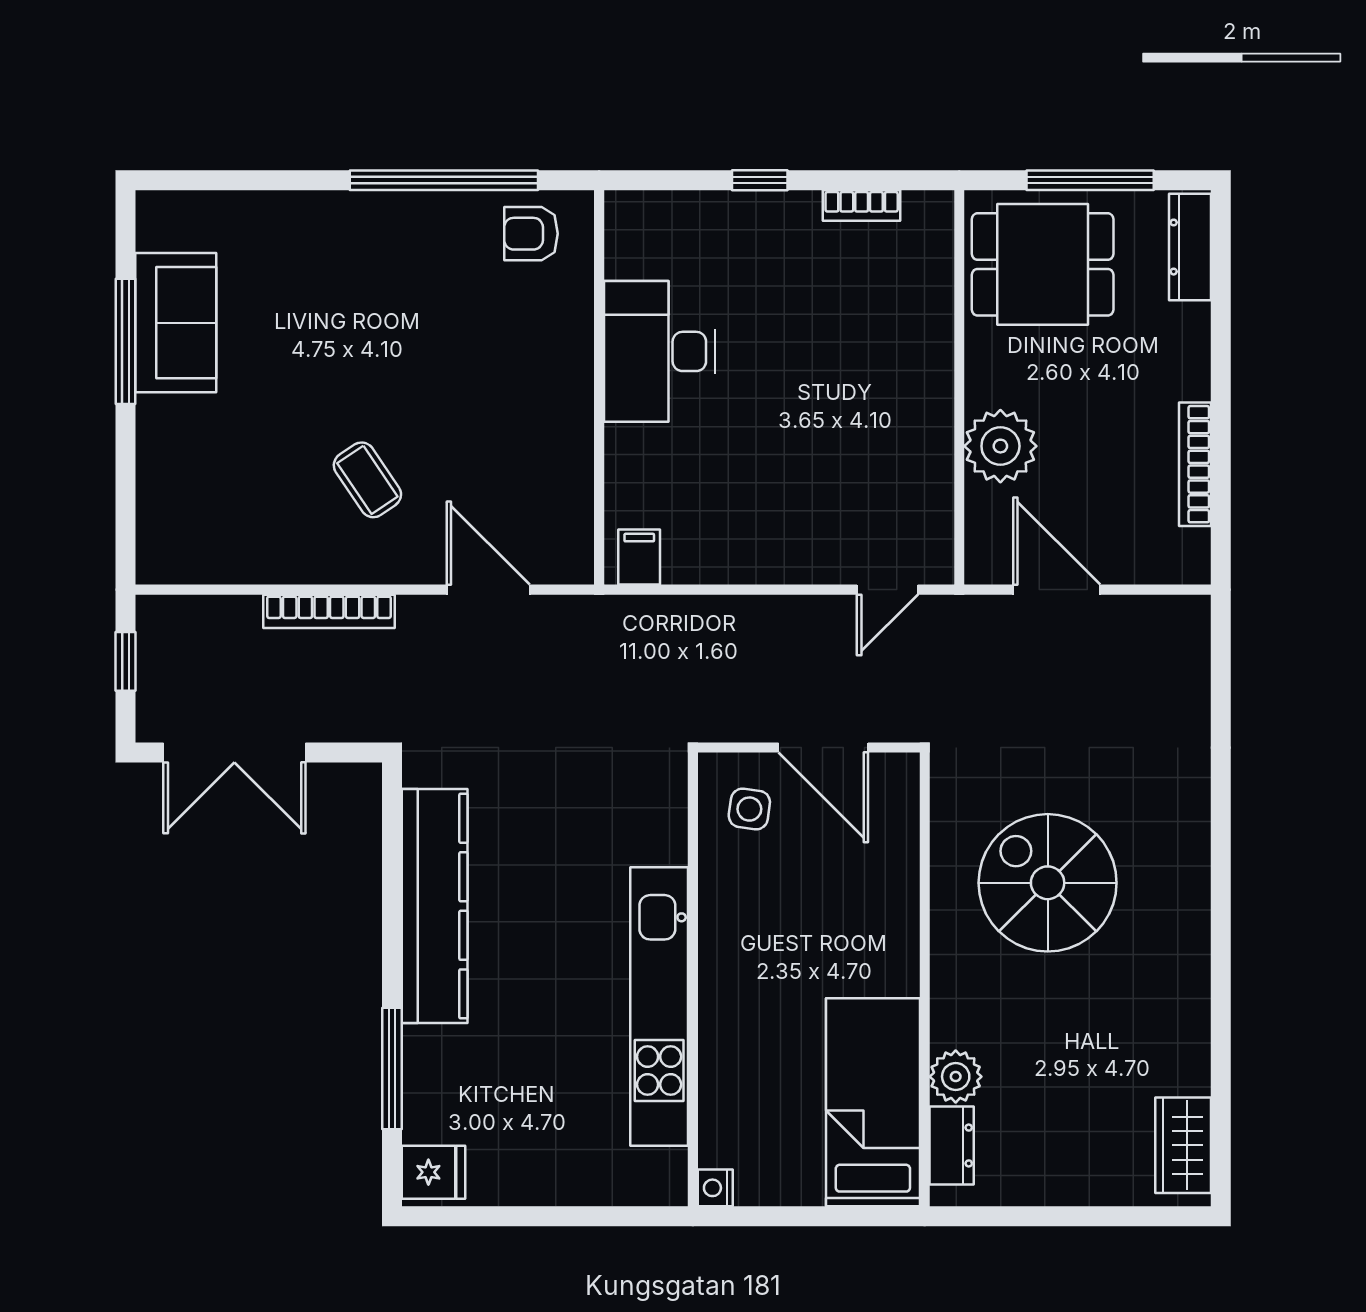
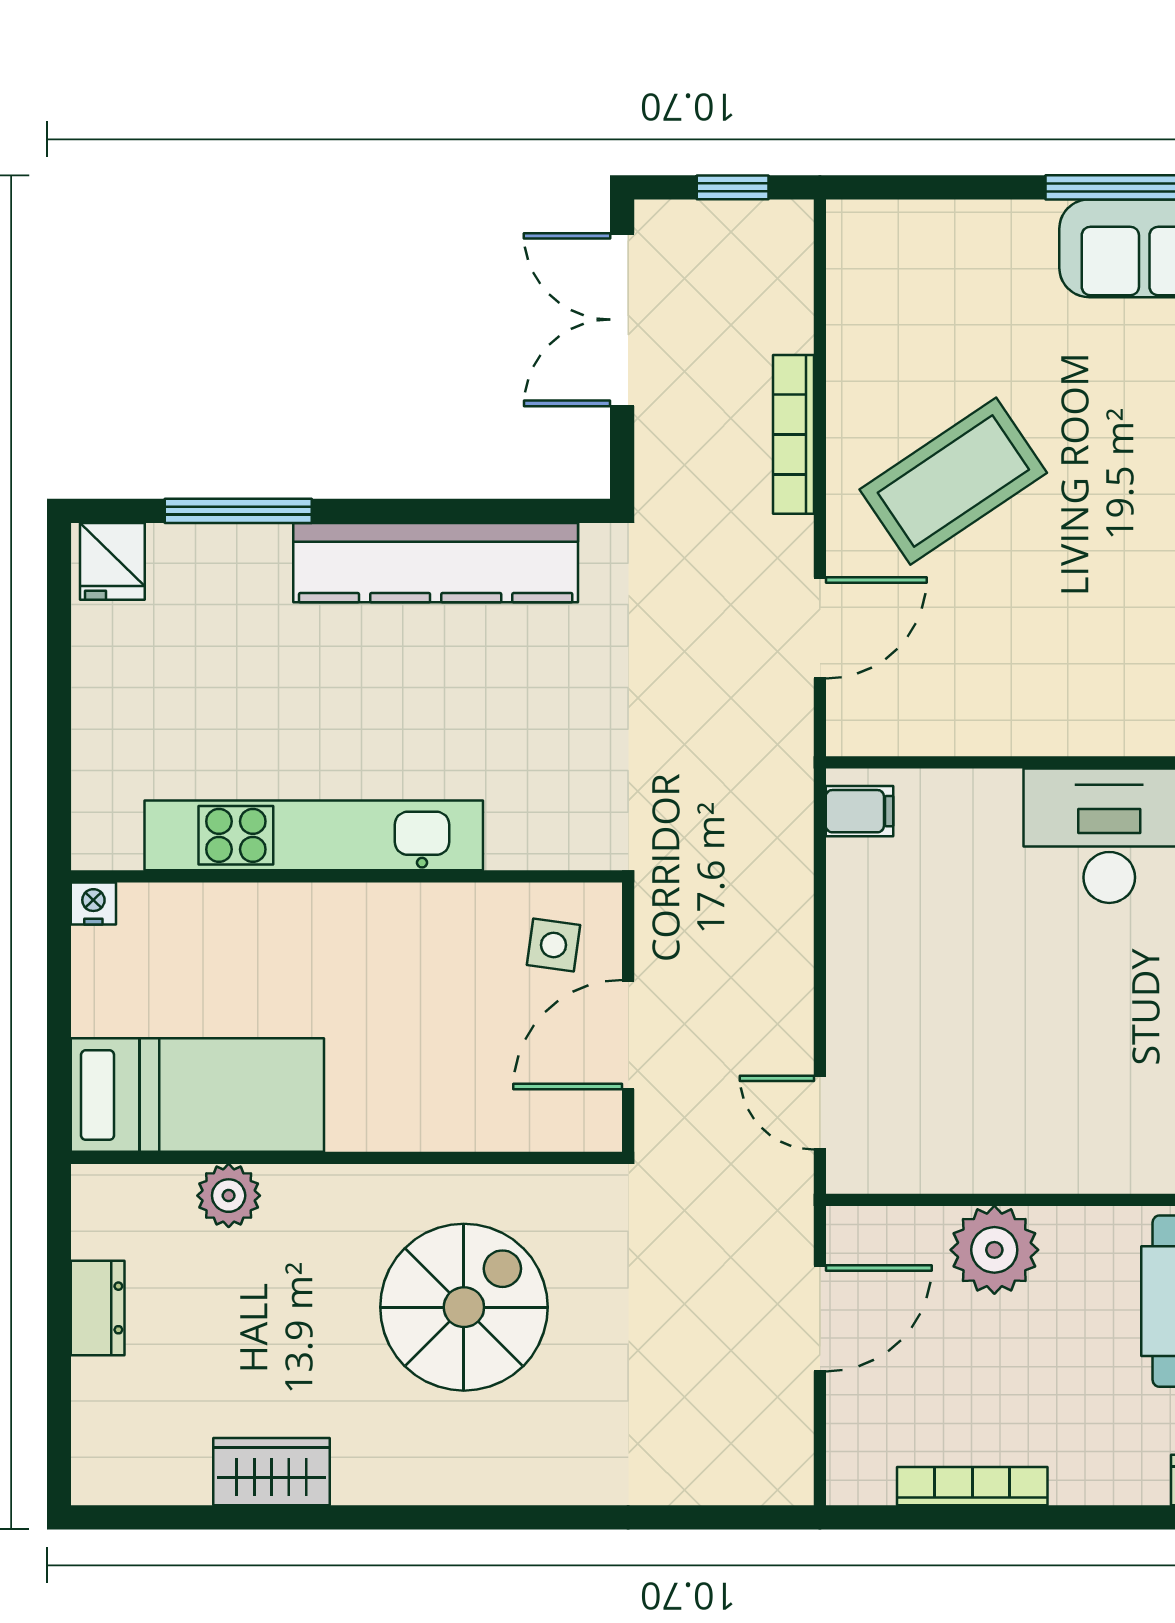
coffee table: (367, 480) -> (953, 481), width x1.86, depth x1.72
dresser: (952, 1145) -> (98, 1308), moved, turned -90
wardrobe: (1183, 1145) -> (271, 1472), moved

